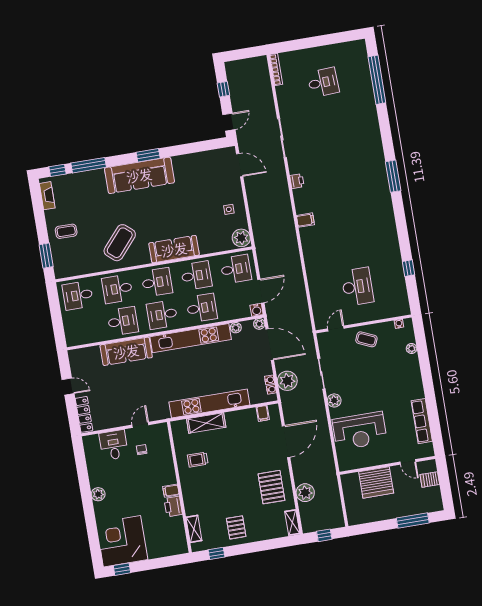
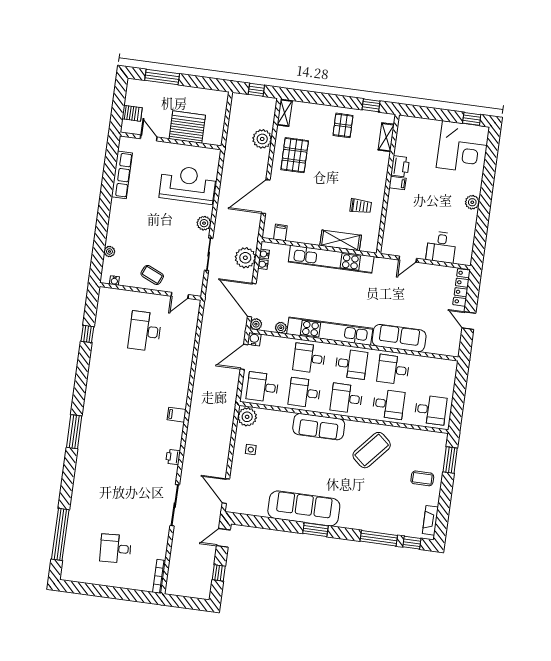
sofa: (139, 175) -> (304, 508), moved
chair: (142, 450) -> (414, 234), removed

